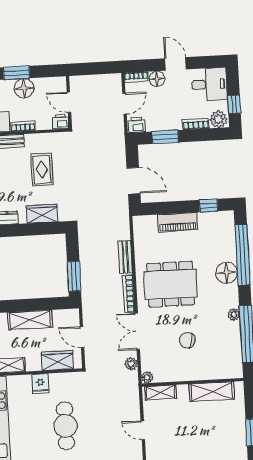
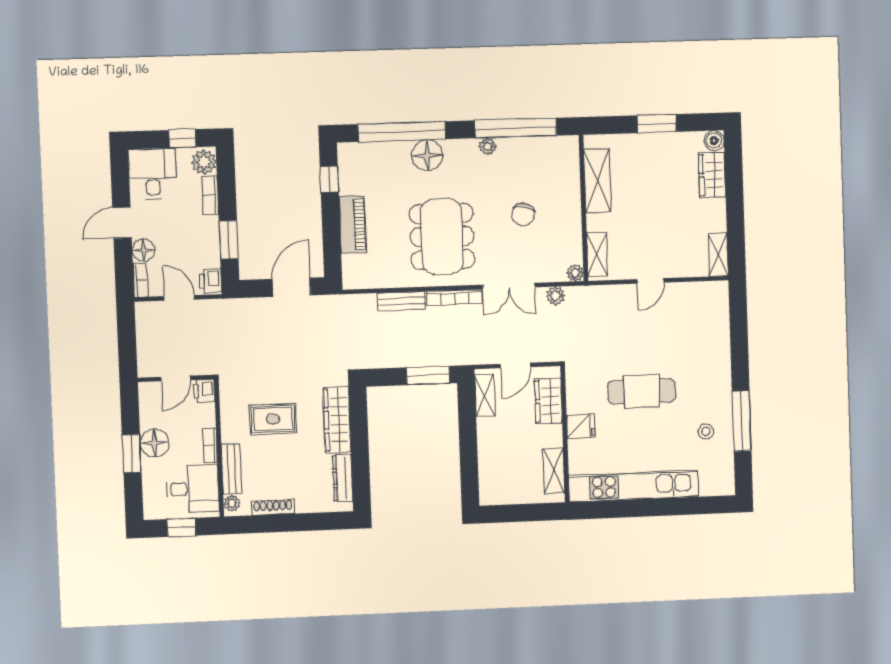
wardrobe: (42, 214) -> (337, 420), width x1.50
shelving: (30, 320) -> (485, 395), moved, width x0.67, depth x0.75

